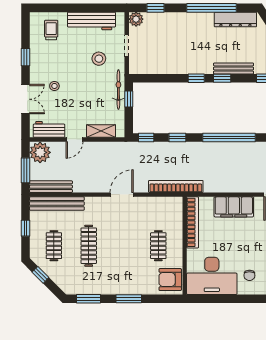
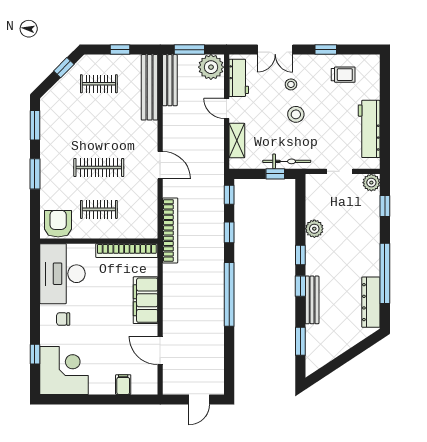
trolley: (51, 30) -> (343, 75), moved
stool: (99, 59) -> (296, 114), moved
plant: (174, 67) -> (314, 229), added
clothes rail: (89, 246) -> (99, 167), moved

